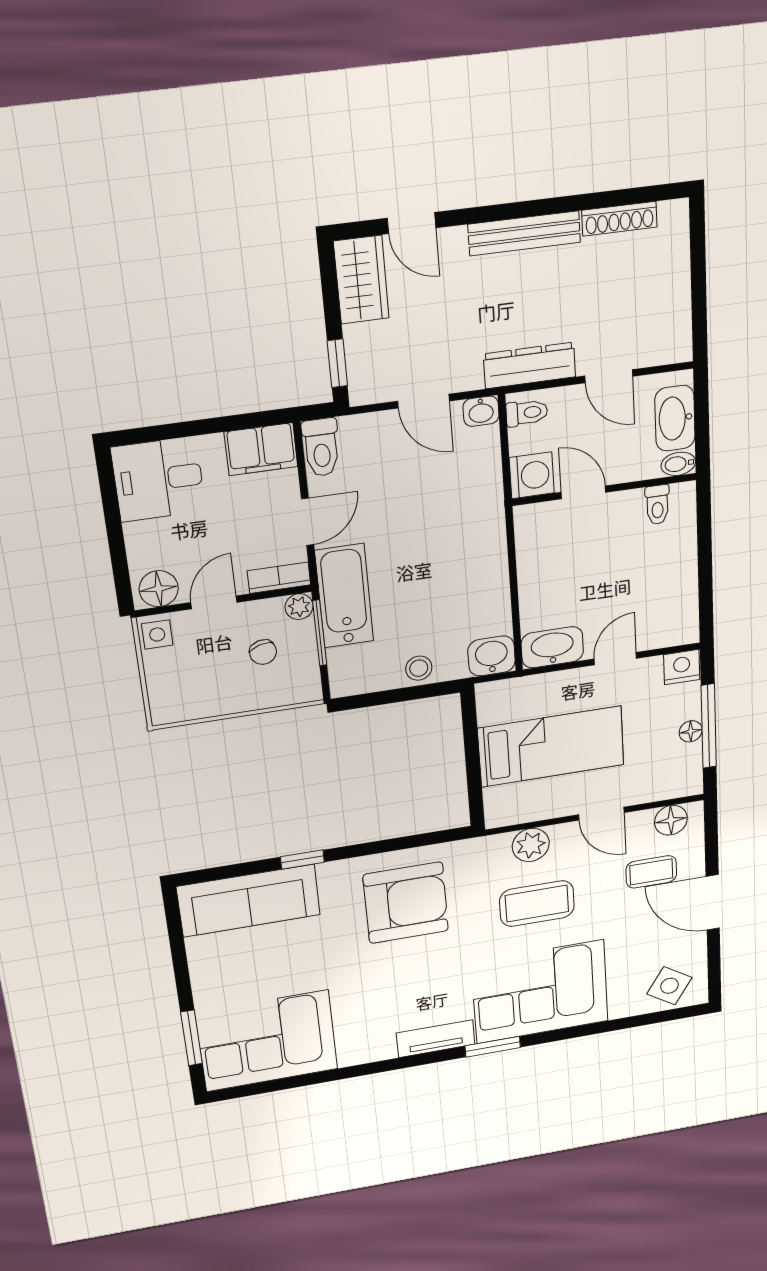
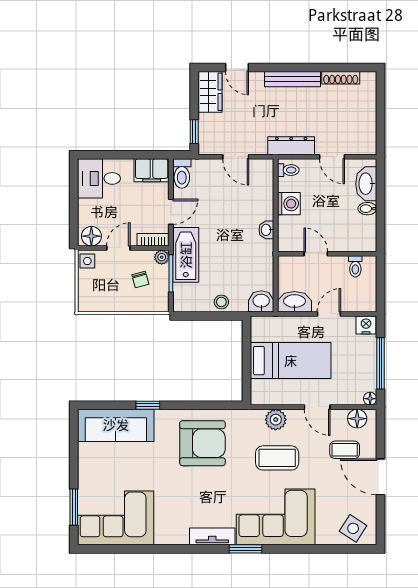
washbasin: (481, 411) -> (266, 230), moved, turned 90
wall: (604, 489) -> (327, 254), moved
door: (583, 492) -> (316, 254), moved
toilet: (657, 505) -> (355, 266), moved
floor lamp: (691, 731) -> (370, 399), moved

